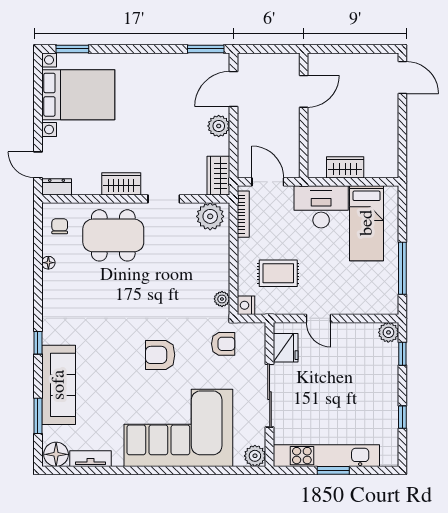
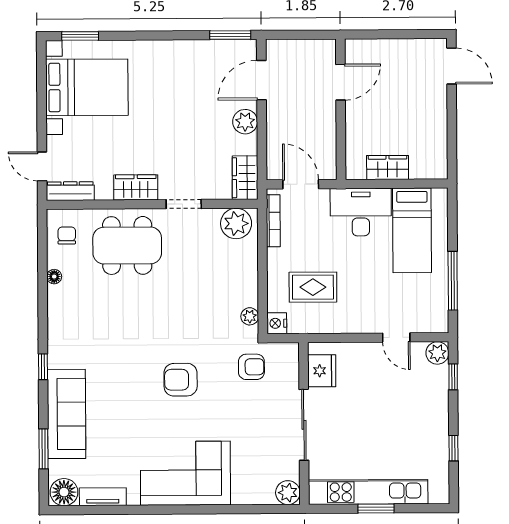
dresser: (57, 187) -> (70, 191), width x1.44
door: (319, 318) -> (396, 338), moved
corner sofa: (178, 428) -> (185, 473), width x0.73, depth x0.74

